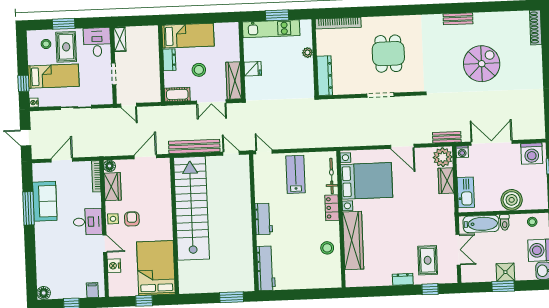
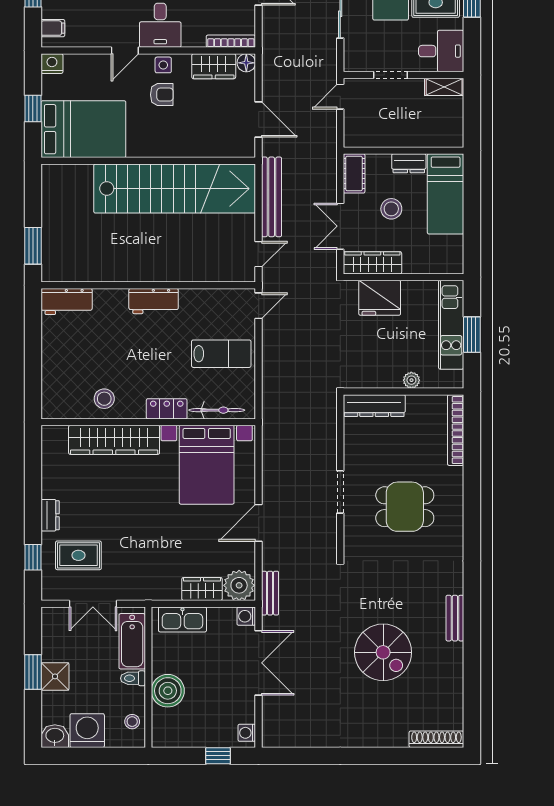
fridge: (253, 69) -> (380, 298), width x1.88, depth x1.34
washing machine: (532, 154) -> (247, 733), width x0.53, depth x0.53
nightstand: (114, 266) -> (52, 64), moved
workbench: (266, 268) -> (67, 302), width x0.73

